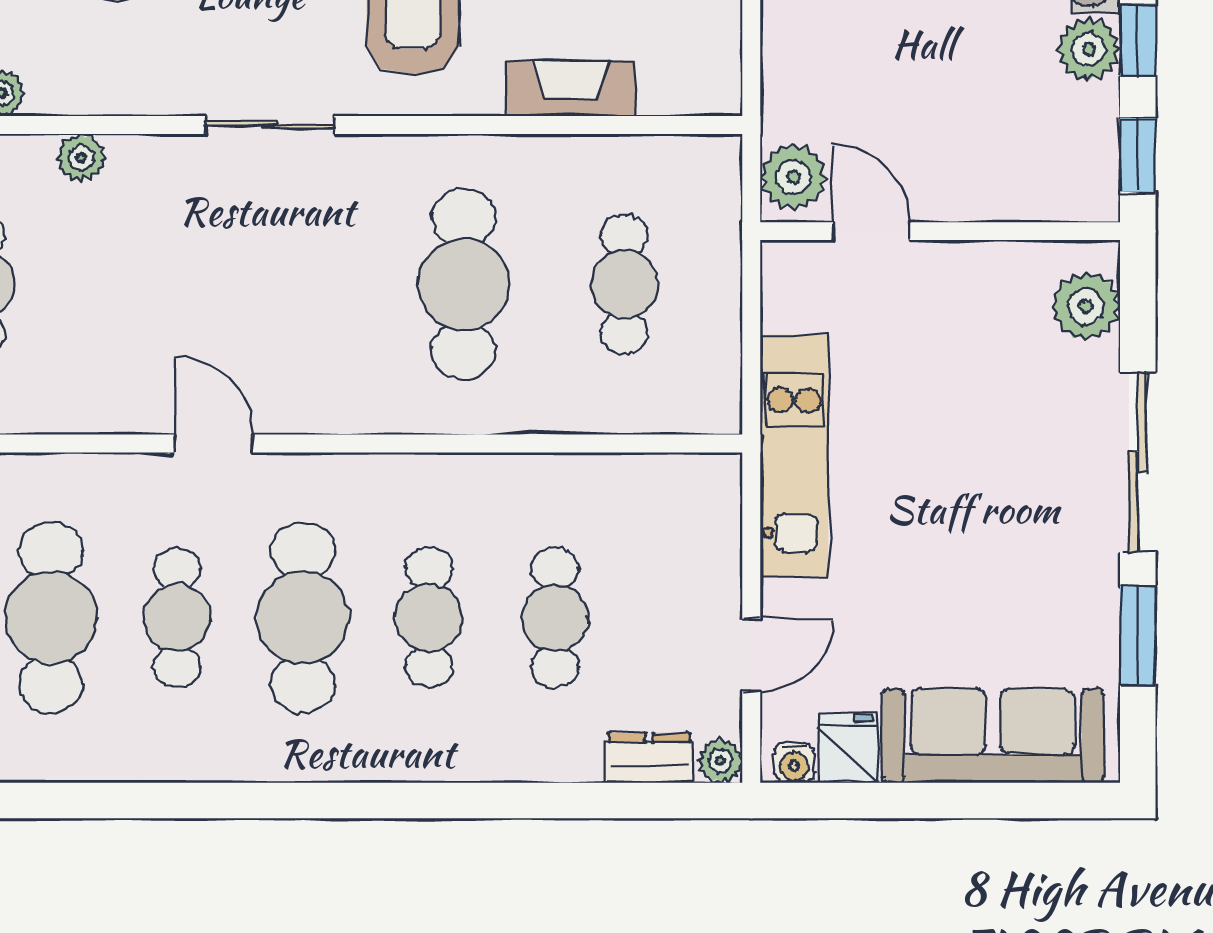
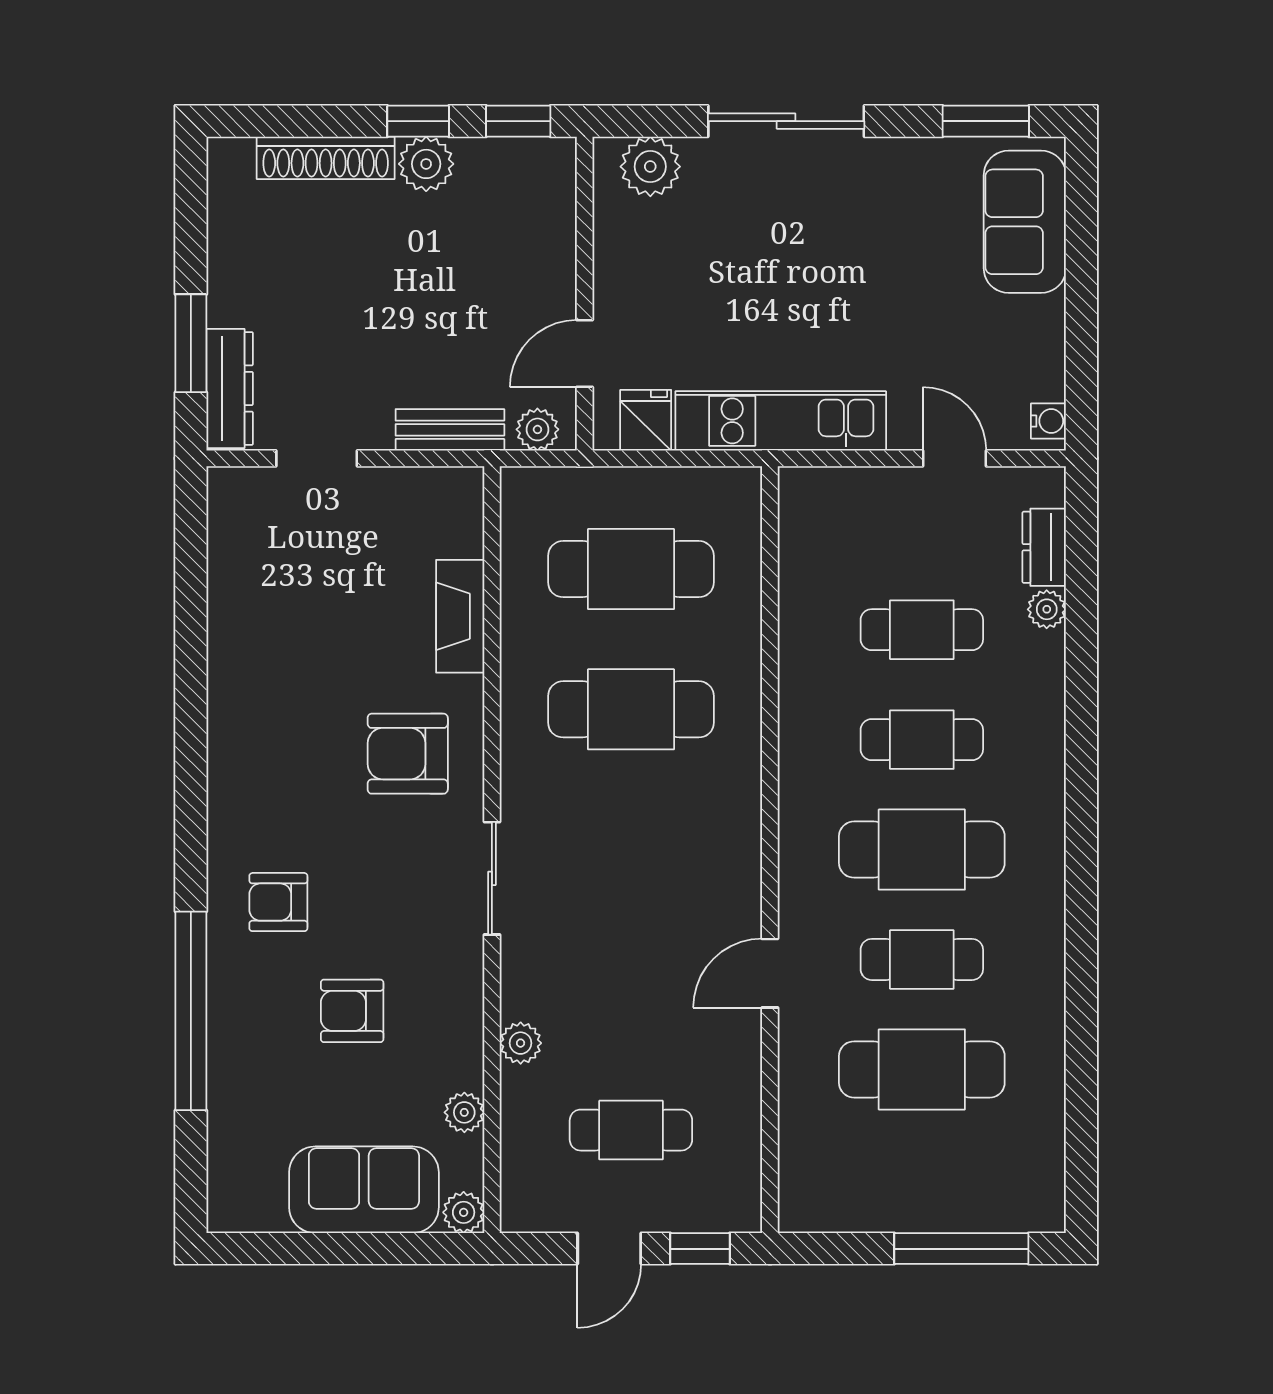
bench: (784, 77) -> (450, 430), added
plant: (793, 177) -> (537, 429), width x0.73, depth x0.73
cafe table: (624, 284) -> (631, 569), width x1.37, depth x1.35
door: (213, 444) -> (770, 973), moved
window: (1138, 635) -> (986, 121), moved
sofa: (993, 736) -> (1025, 222), width x0.73
fridge: (848, 748) -> (646, 420), moved, turned 90
plant: (720, 761) -> (1047, 609), moved

